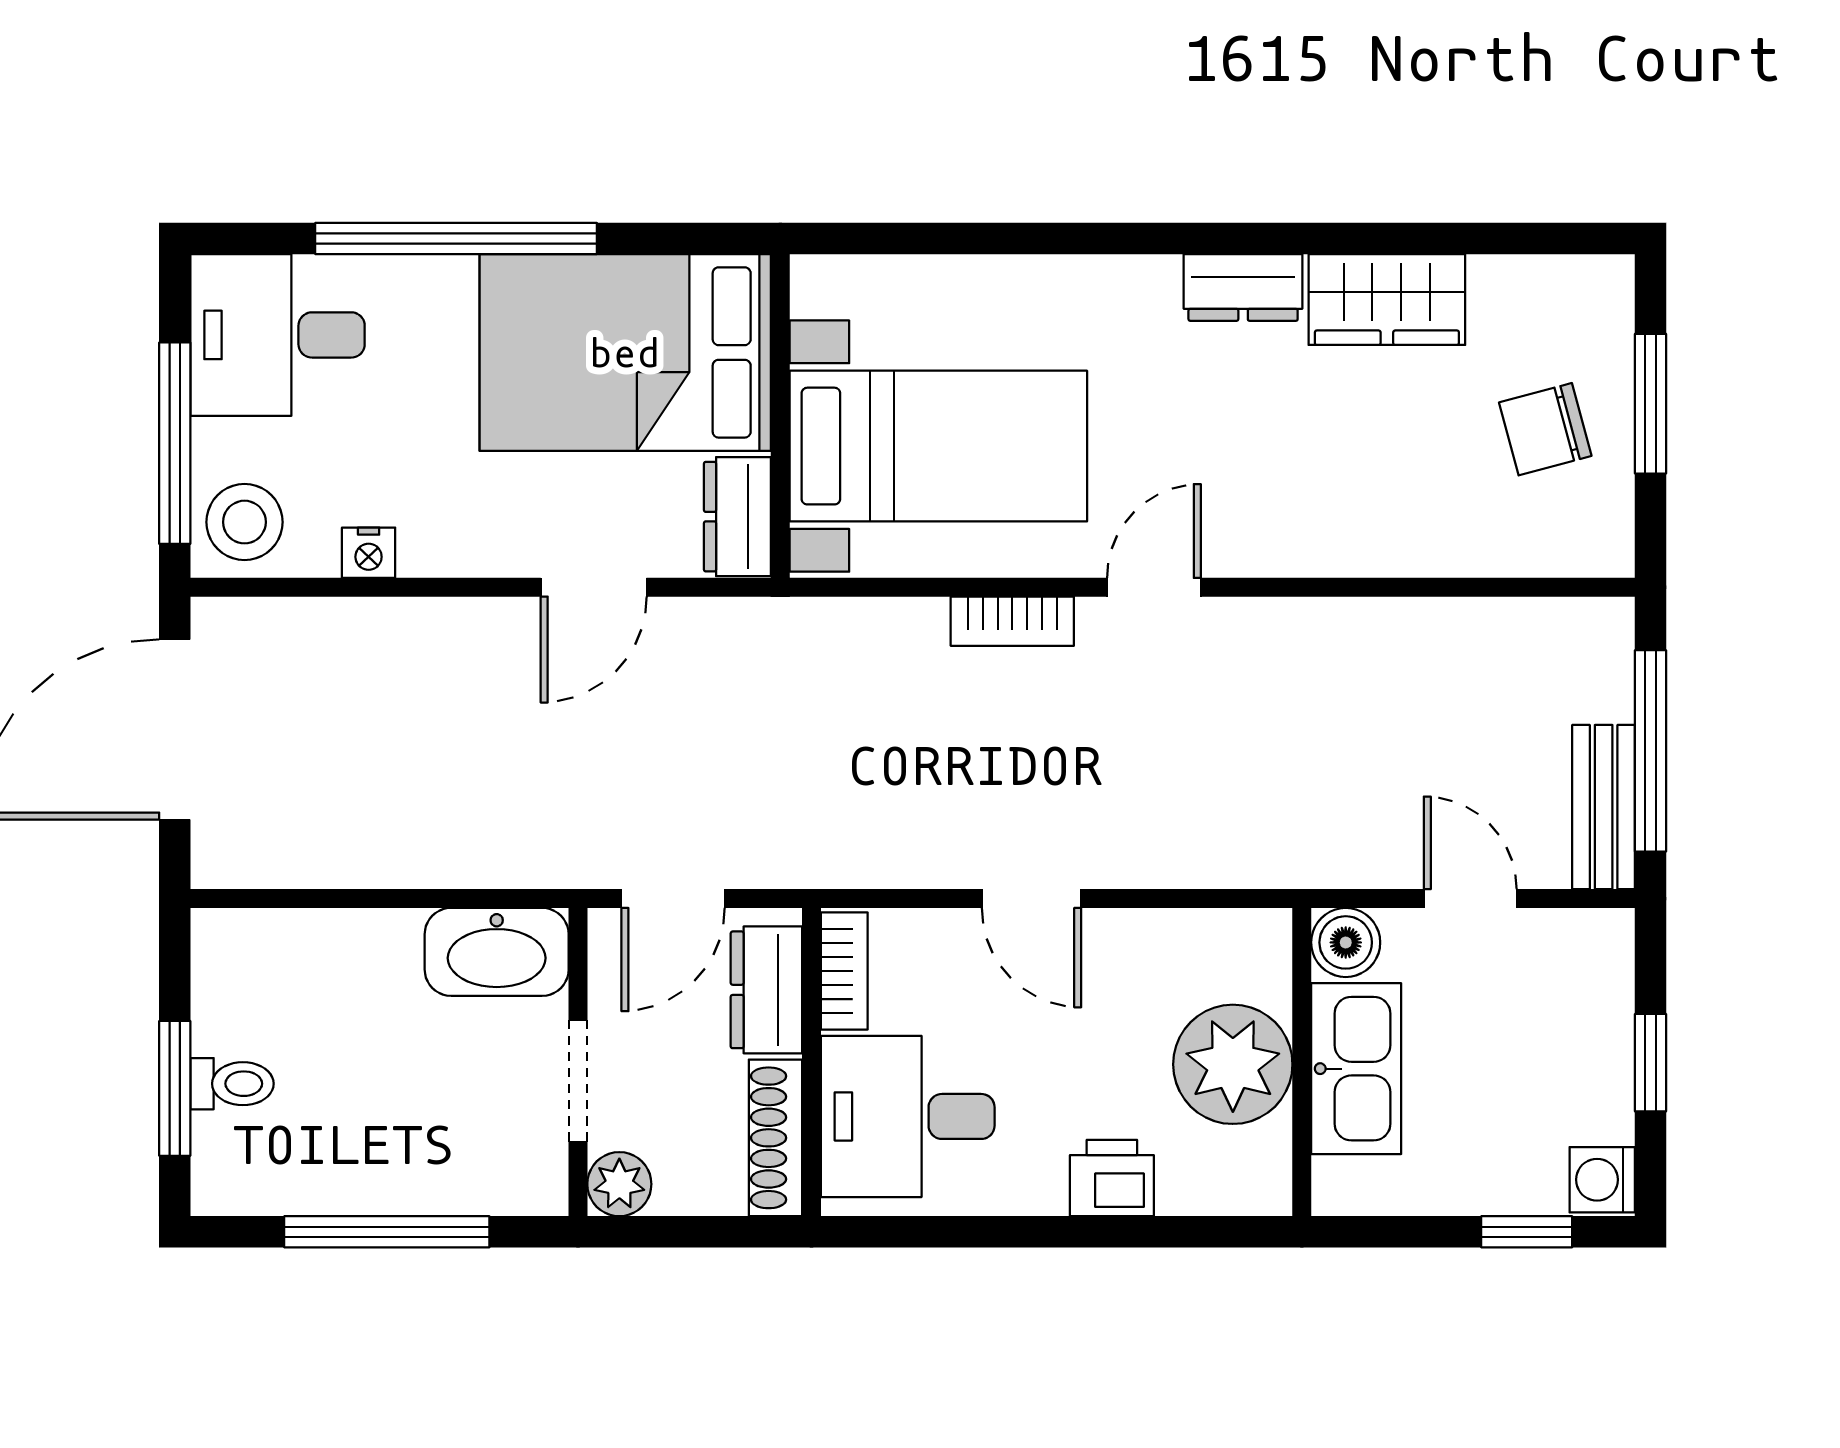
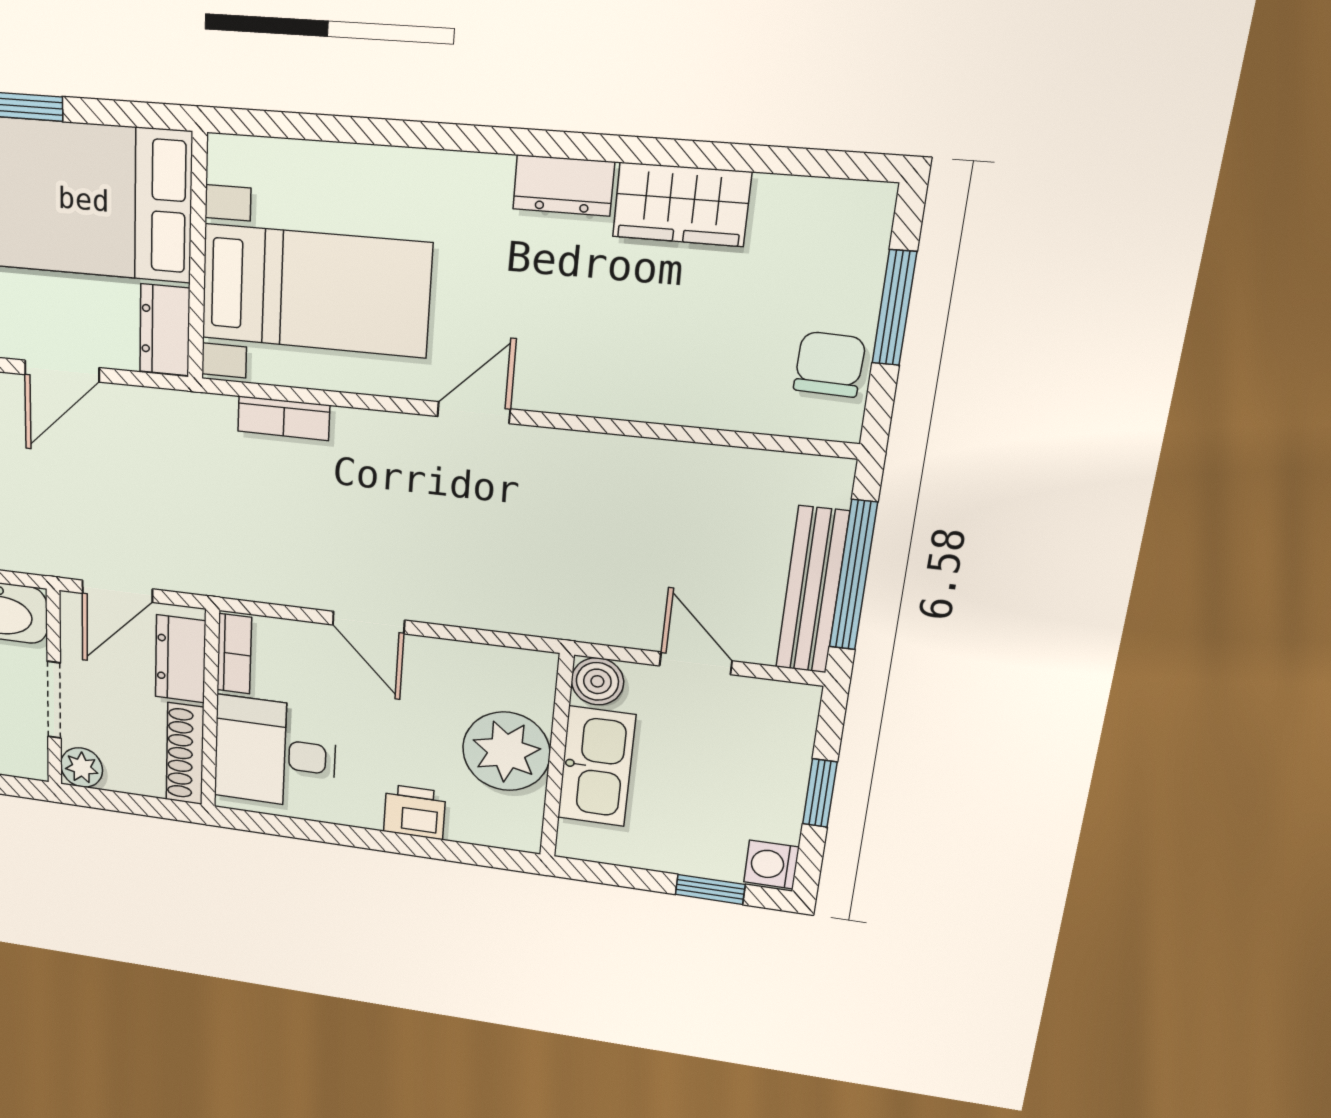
chair: (1545, 429) -> (830, 364), moved, turned 107
bookcase: (1012, 621) -> (284, 418), moved
bench: (1604, 807) -> (812, 590), width x1.36

